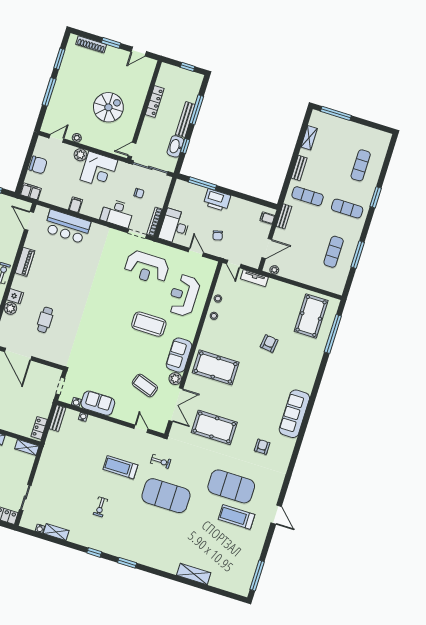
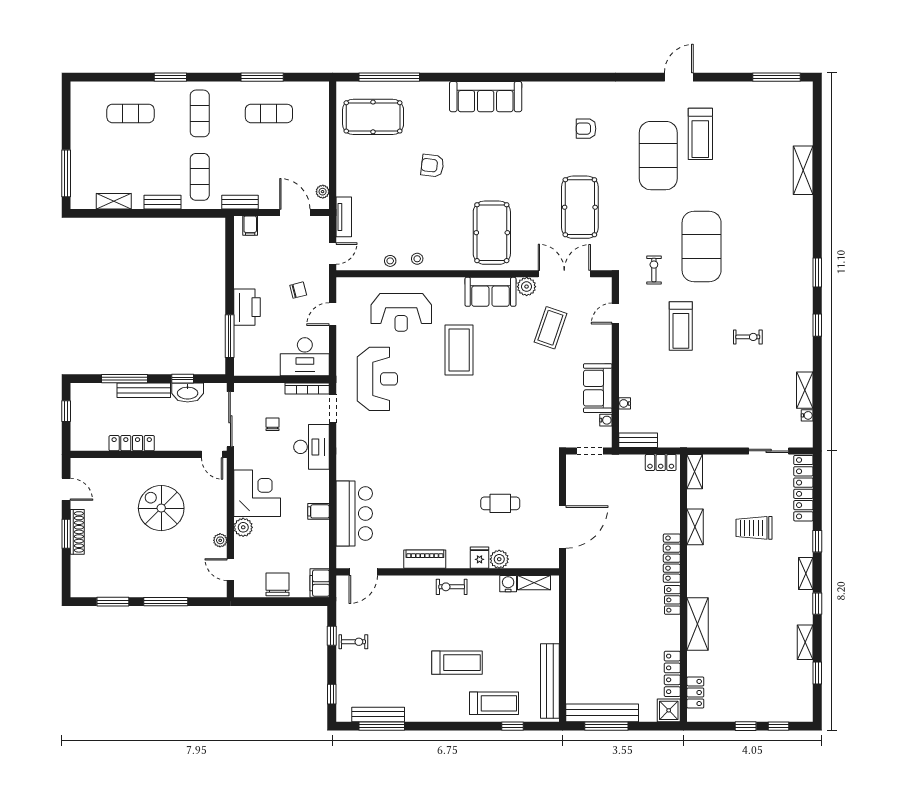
shoe rack: (91, 44) -> (77, 532), moved
sofa: (294, 414) -> (486, 97), moved

